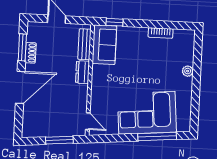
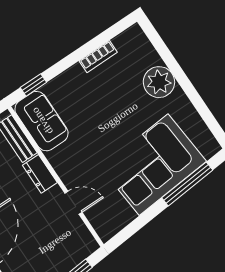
plant: (188, 71) -> (159, 82), width x1.87, depth x1.87
door: (88, 121) -> (73, 203), moved

